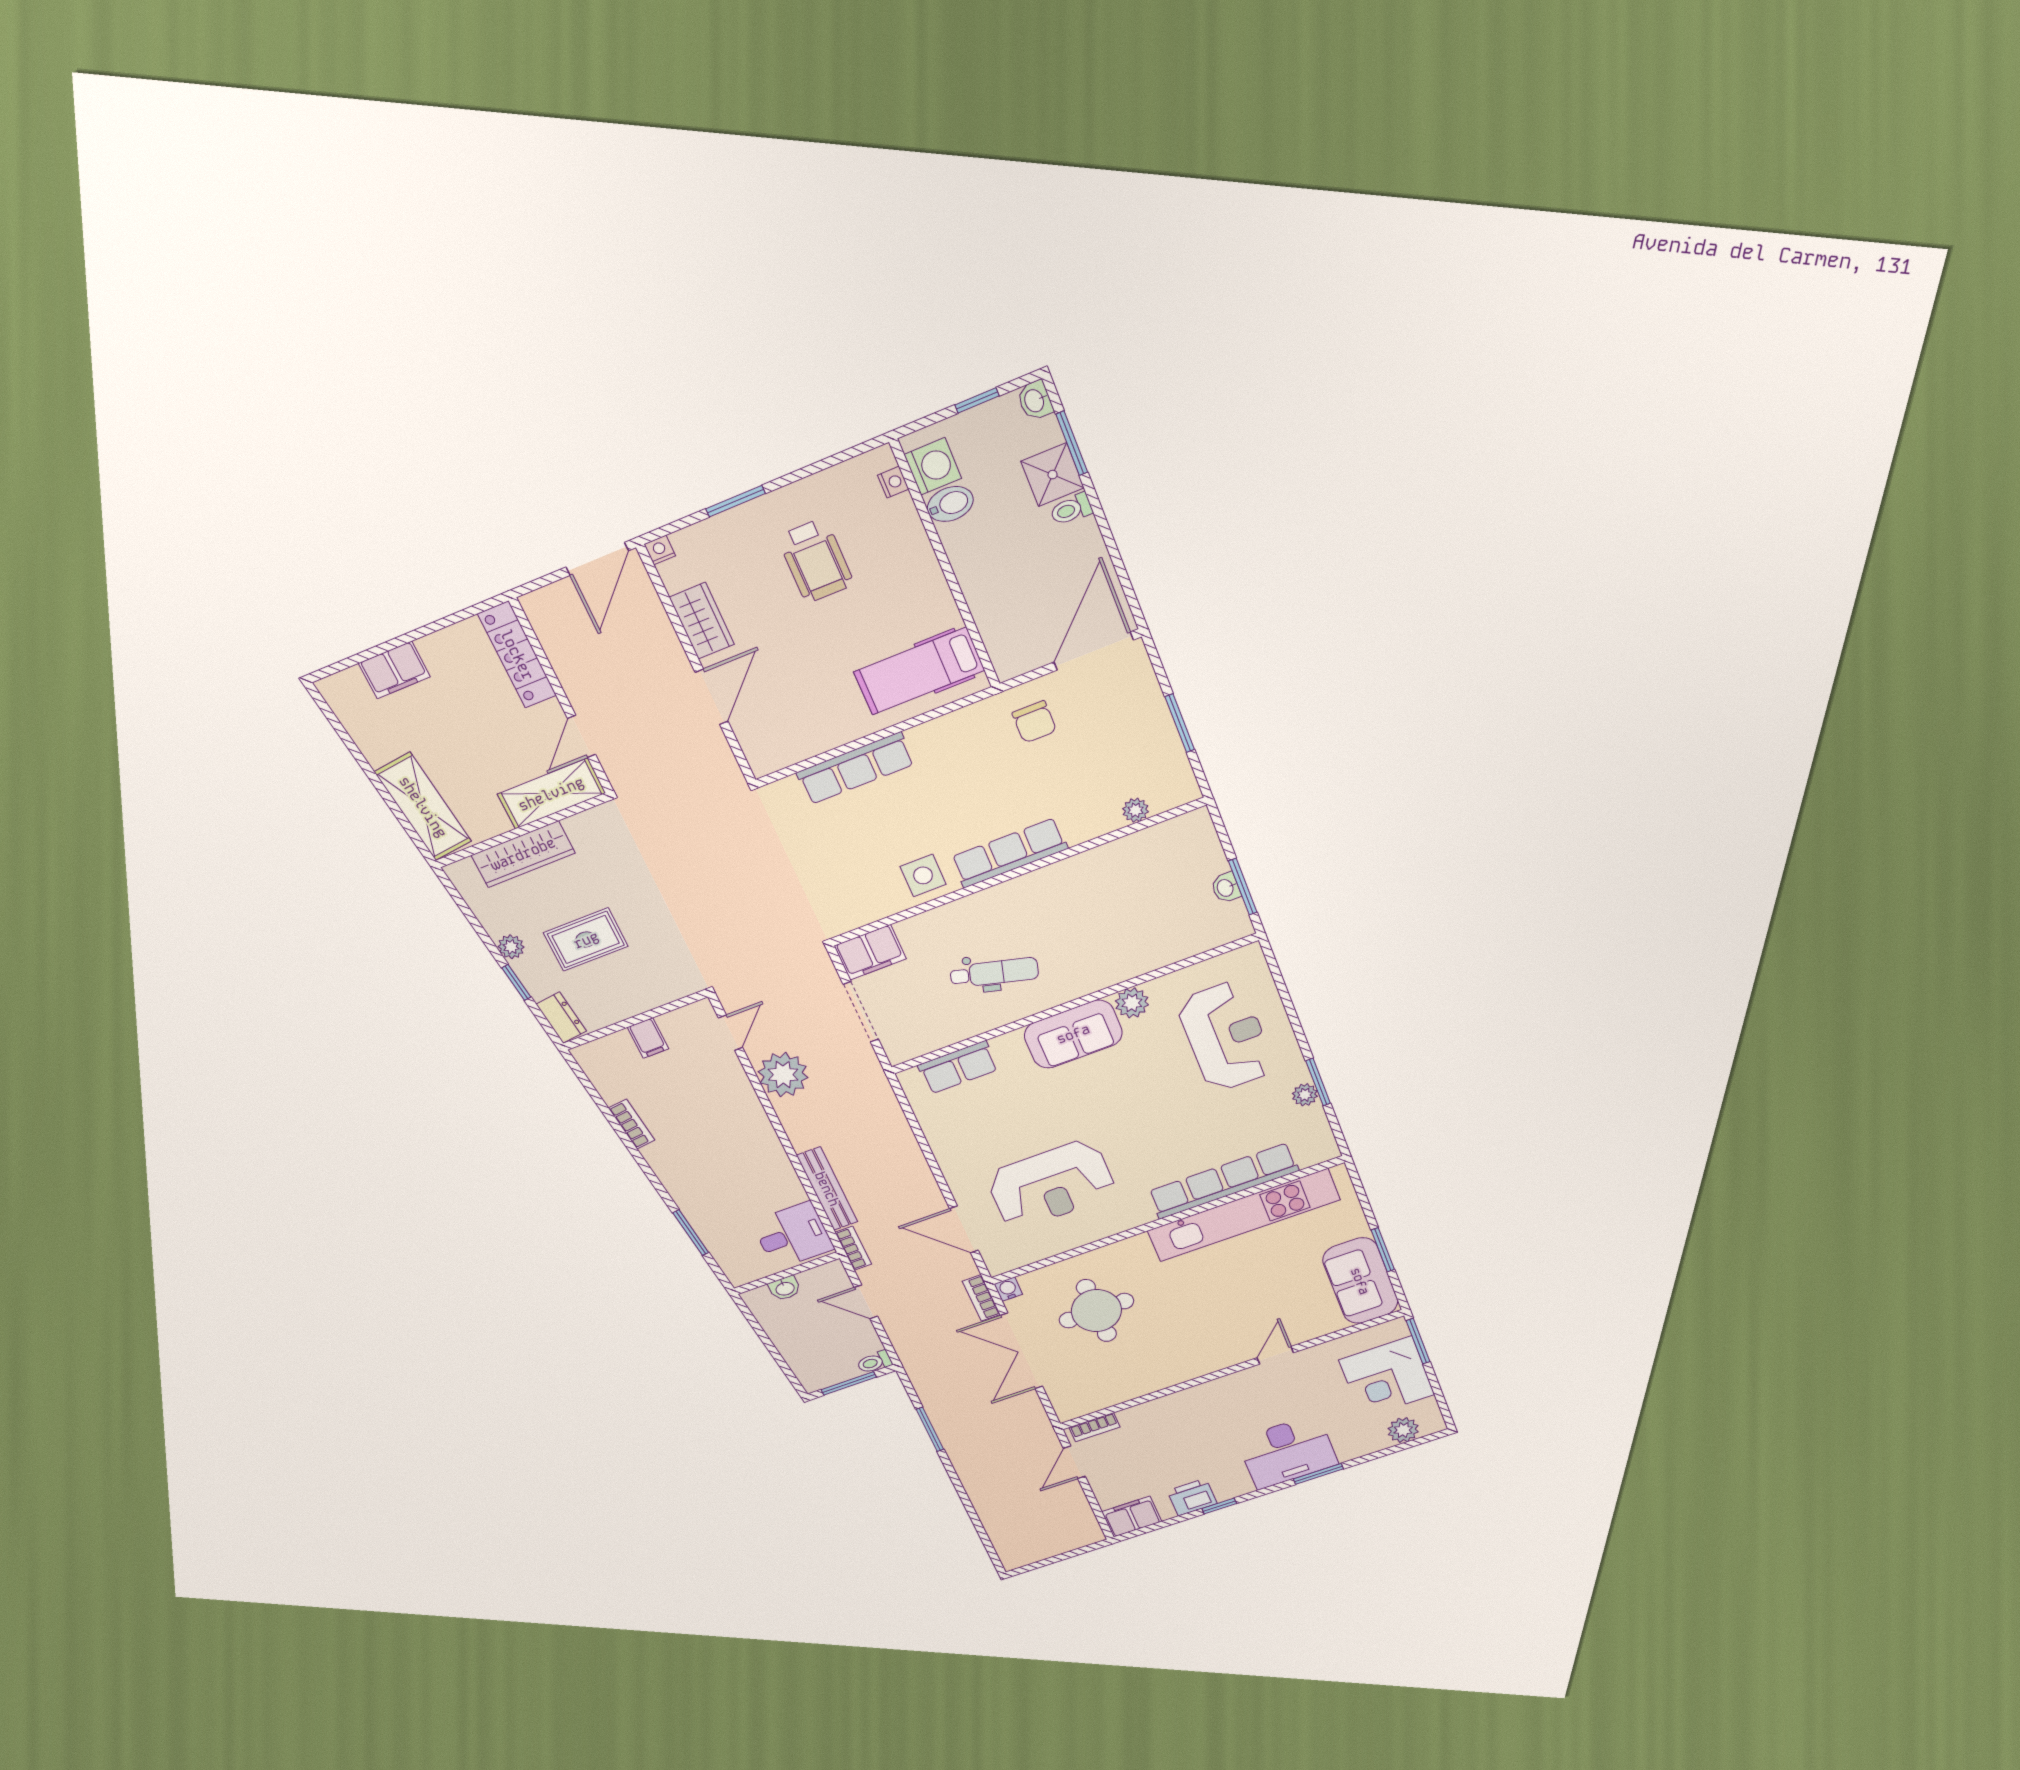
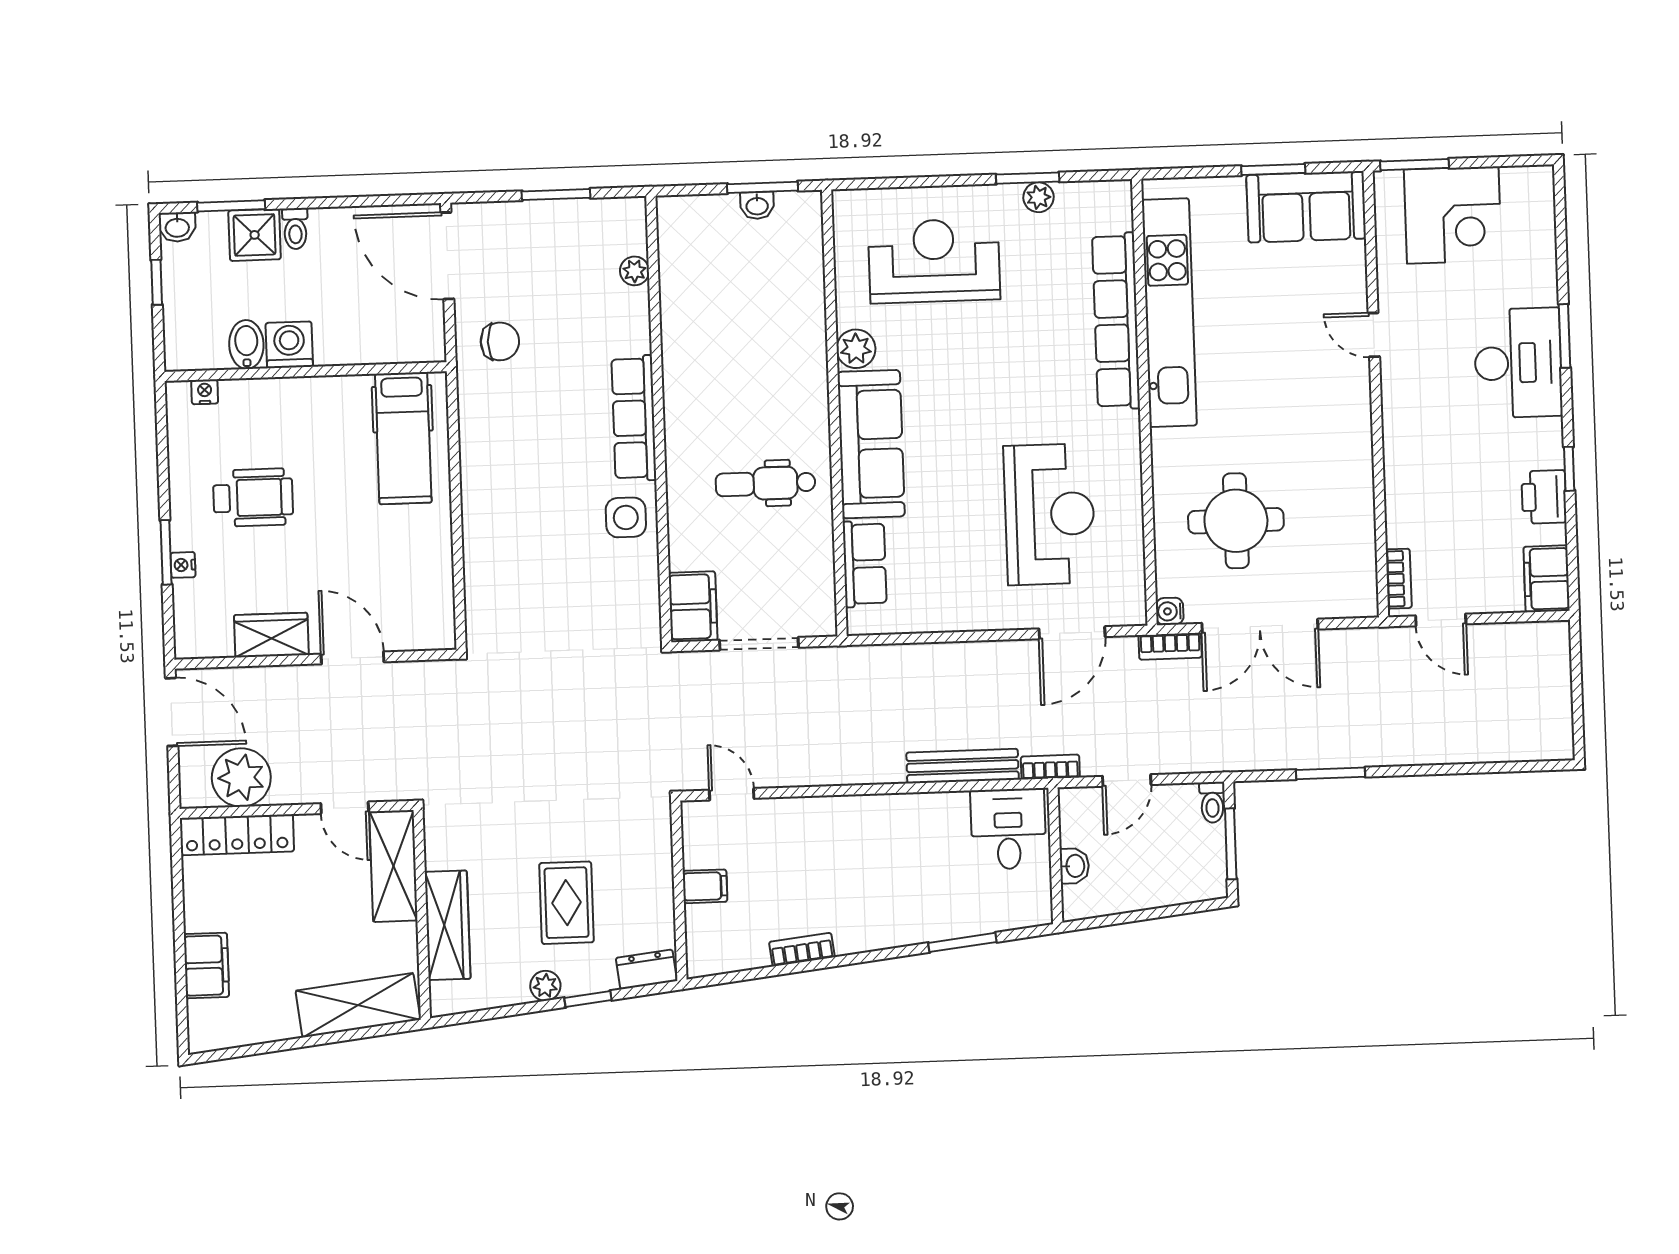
washing machine: (933, 466) -> (289, 345), moved
nightstand: (660, 550) -> (183, 565), moved
row of seats: (855, 768) -> (482, 542), removed
dental chair: (994, 973) -> (766, 483), turned -105
sofa: (1073, 1034) -> (871, 444), width x1.36
plant: (783, 1075) -> (241, 777), moved
plant: (1403, 1430) -> (1536, 217), removed

